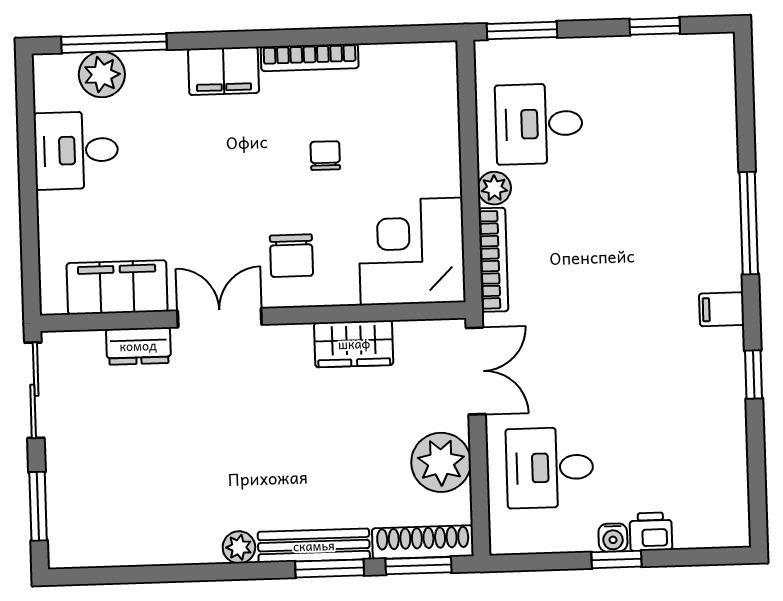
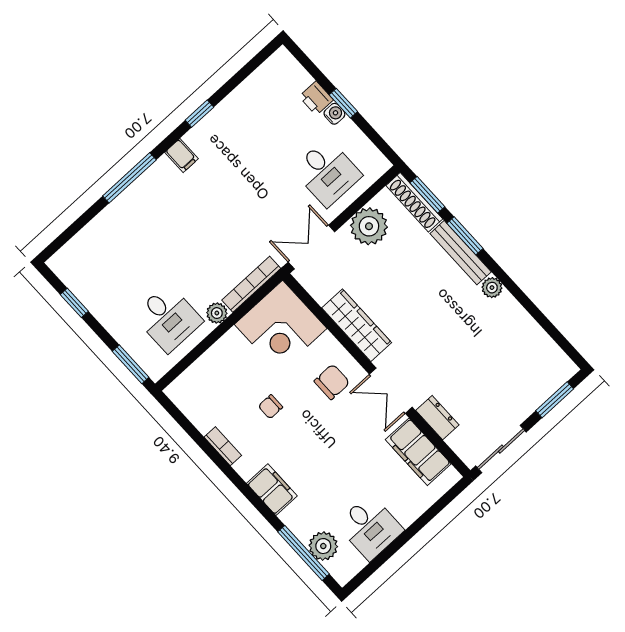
bookcase: (310, 57) -> (223, 446), width x0.64
wardrobe: (354, 344) -> (357, 325), width x1.50

